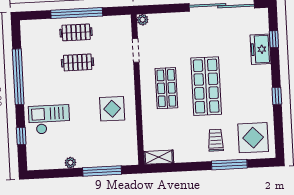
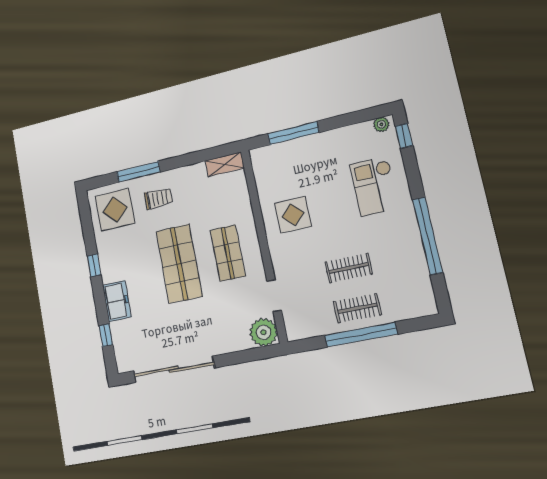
plant: (143, 20) -> (264, 332), width x1.88, depth x1.88
freezer: (260, 49) -> (117, 301), moved
checkout: (49, 119) -> (374, 186), turned 90
window: (21, 136) -> (404, 136), moved
trolley: (216, 140) -> (158, 198), turned -90
plant: (70, 163) -> (381, 124), moved

